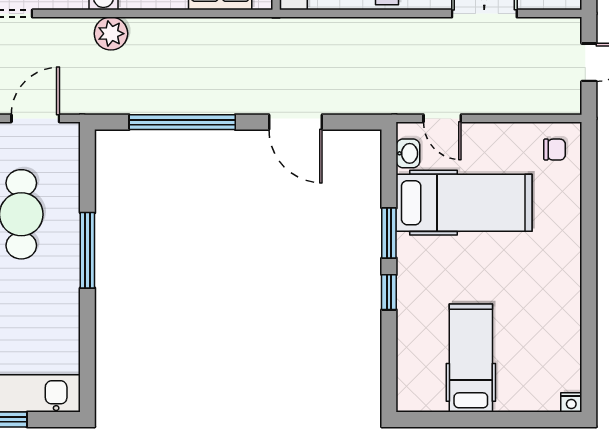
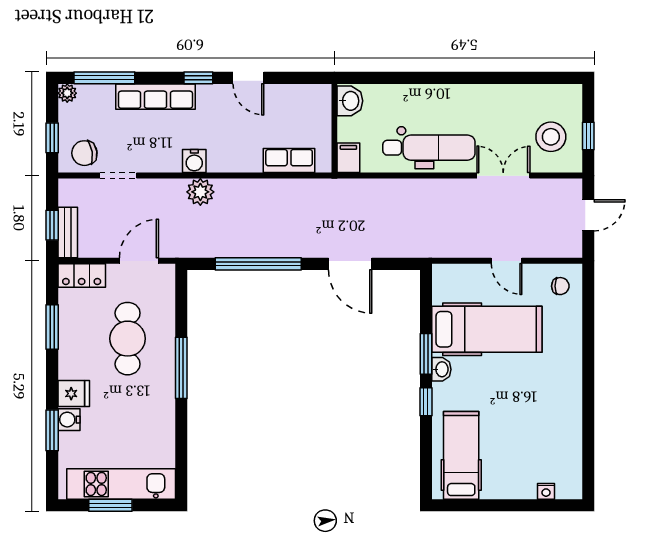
door: (442, 118) -> (507, 261), moved
washbasin: (408, 153) -> (441, 369), moved
hospital bed: (471, 358) -> (461, 455), moved
nightstand: (571, 402) -> (546, 491), moved

